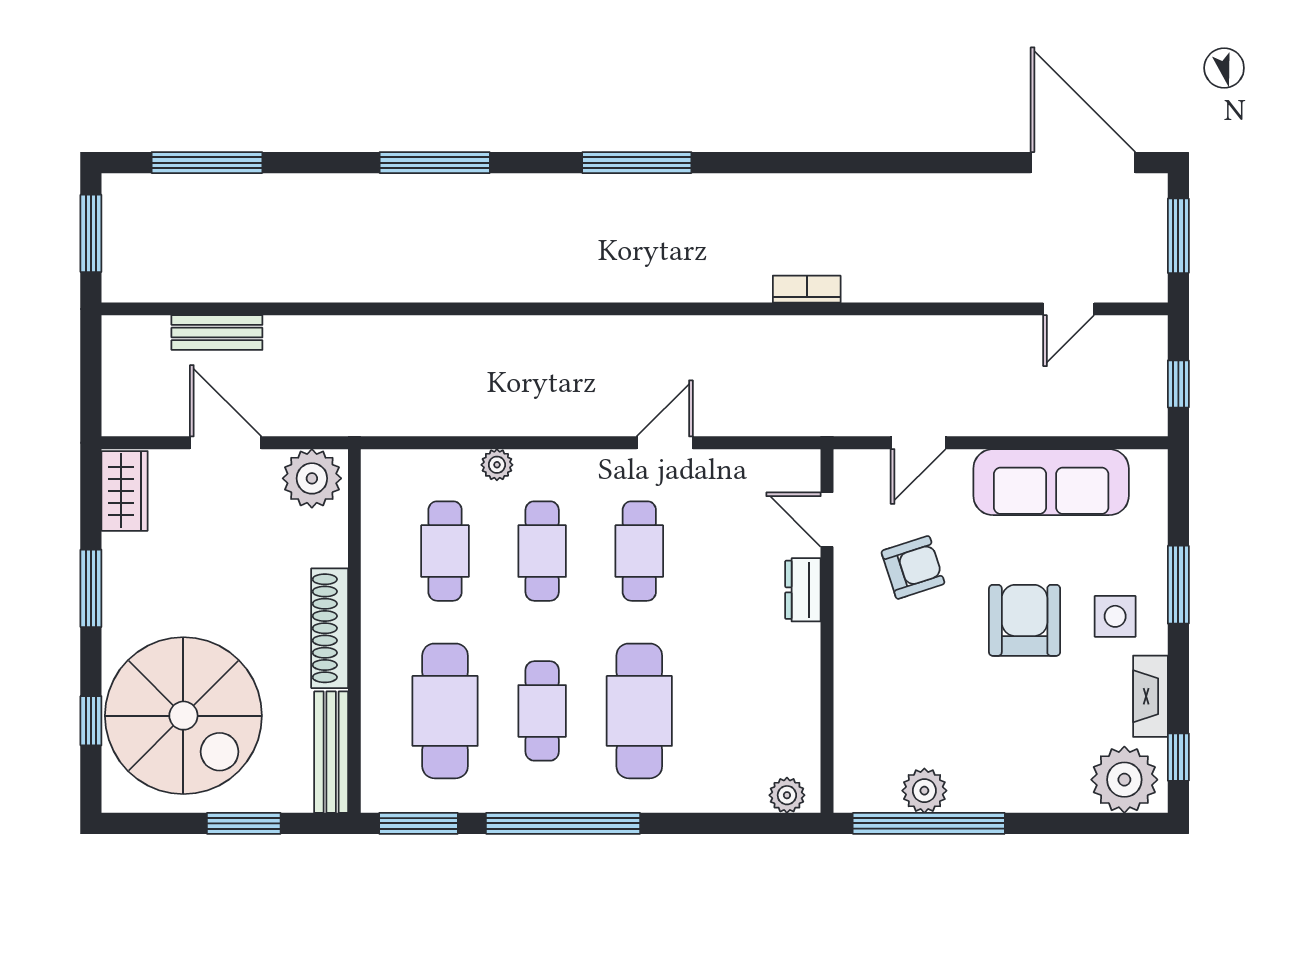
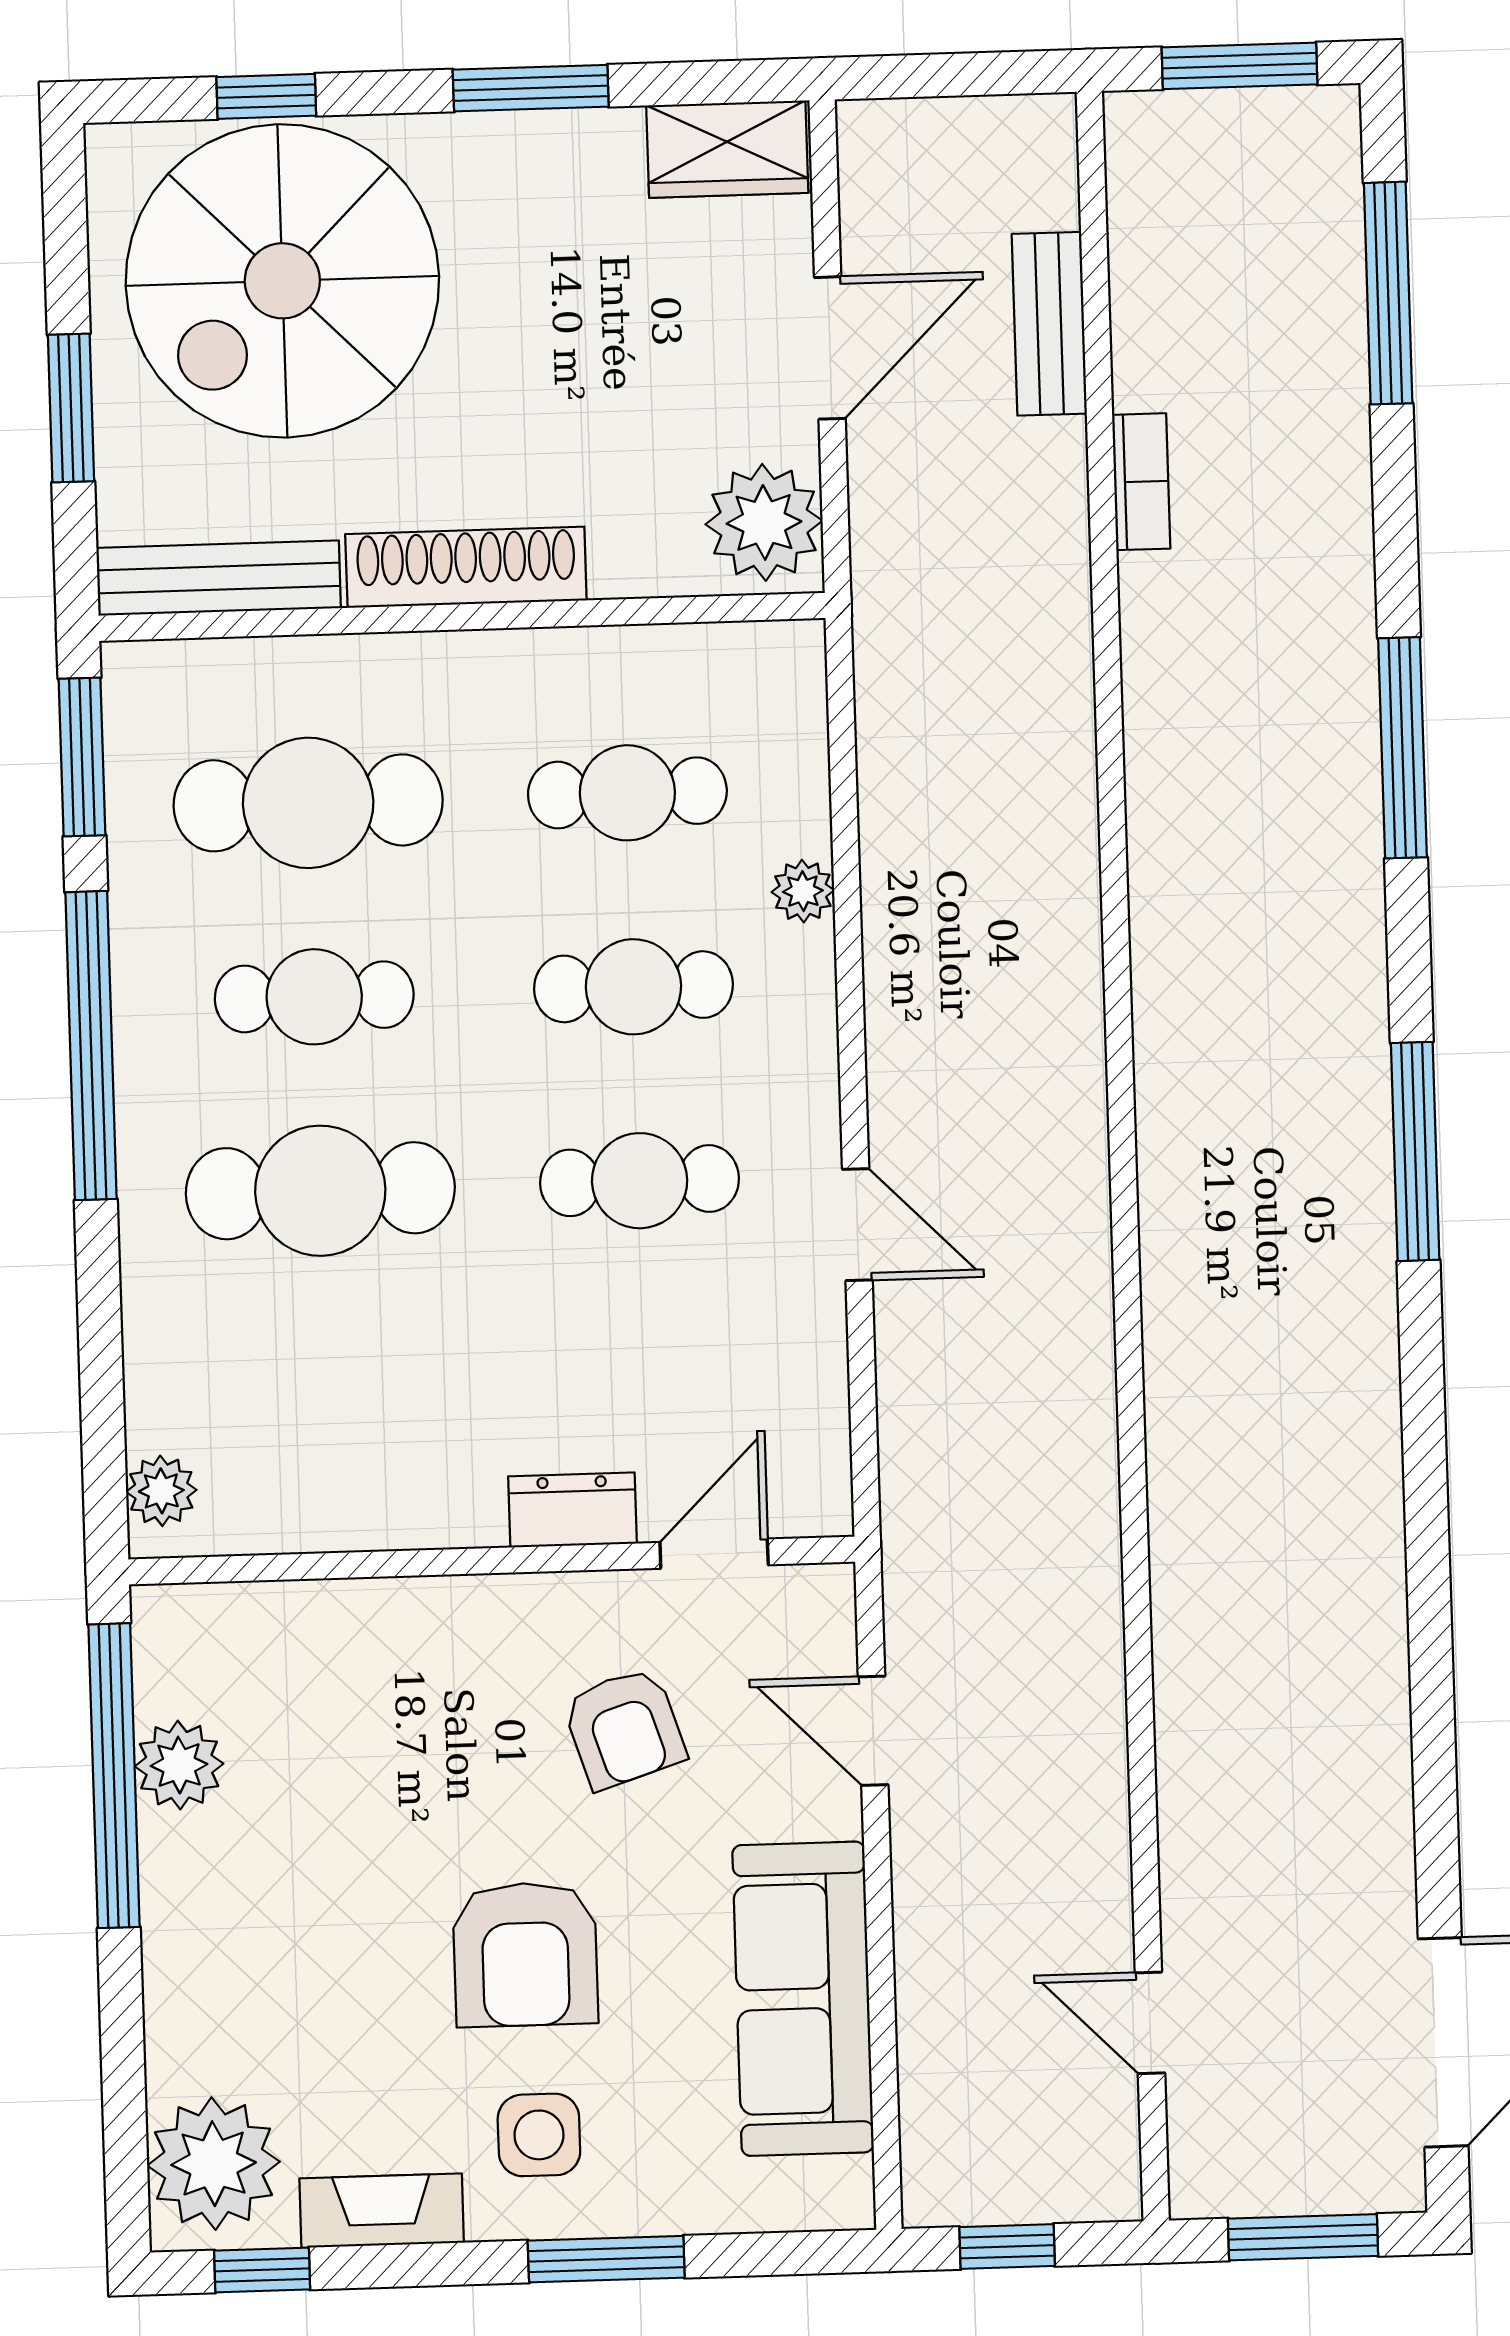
bookcase: (807, 289) -> (1141, 482), moved
armchair: (1025, 620) -> (525, 1954), turned 90

